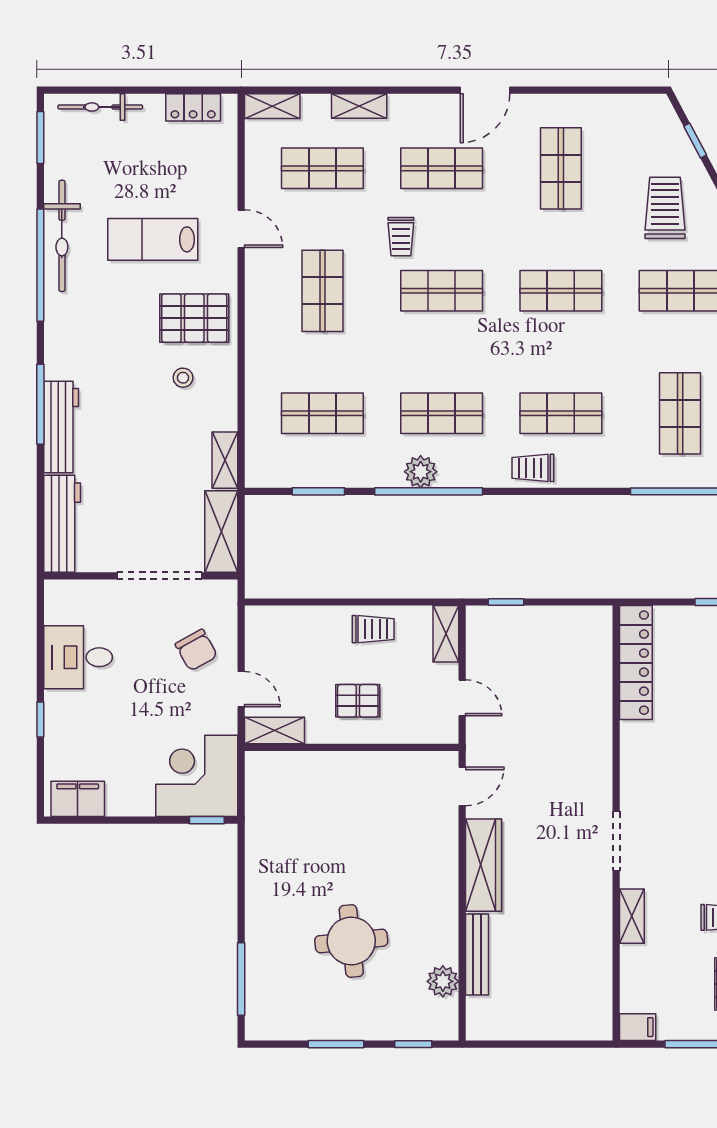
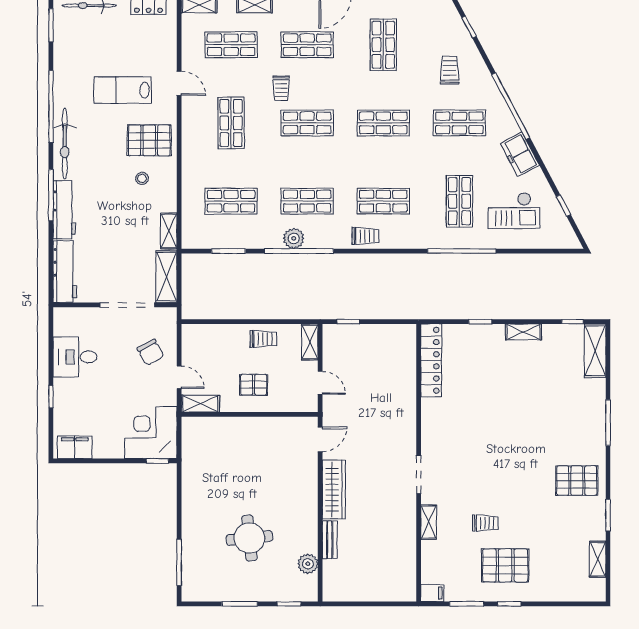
trolley: (665, 208) -> (450, 70), width x0.73, depth x0.72
bicycle: (62, 236) -> (65, 144), moved
trolley: (533, 468) -> (365, 236), turned 180
bench: (477, 955) -> (330, 540), width x0.73

